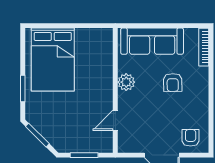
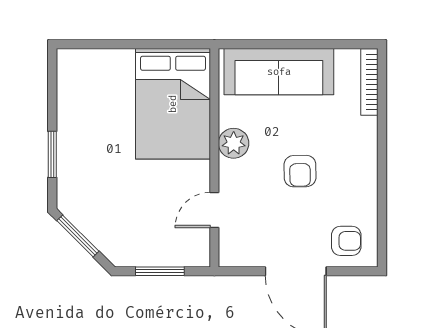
bed: (53, 60) -> (173, 104), moved
armchair: (173, 83) -> (300, 171), moved
armchair: (191, 138) -> (346, 241), turned 90

